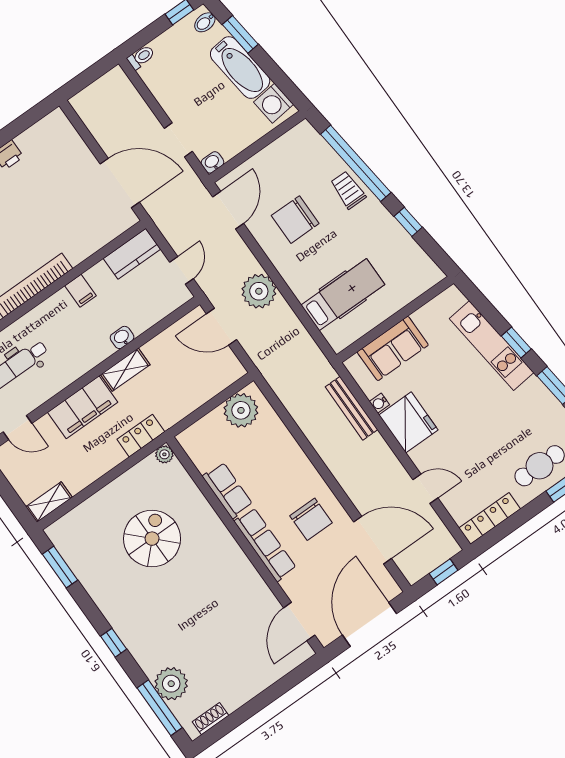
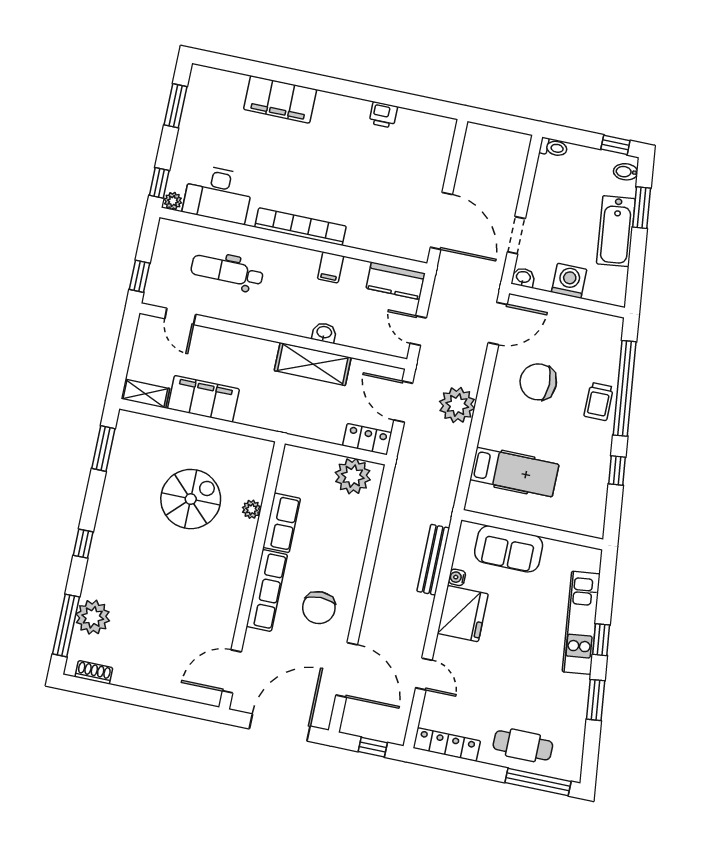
washing machine: (274, 103) -> (569, 281), moved, turned 97
trolley: (348, 190) -> (599, 402), turned 180
door: (182, 270) -> (418, 331), swing flipped
shelving: (125, 370) -> (313, 364), width x1.50, depth x1.33
filing cabinet: (83, 407) -> (203, 399), moved, turned 180
locker: (141, 436) -> (367, 439), moved
plant: (164, 454) -> (252, 509), moved

